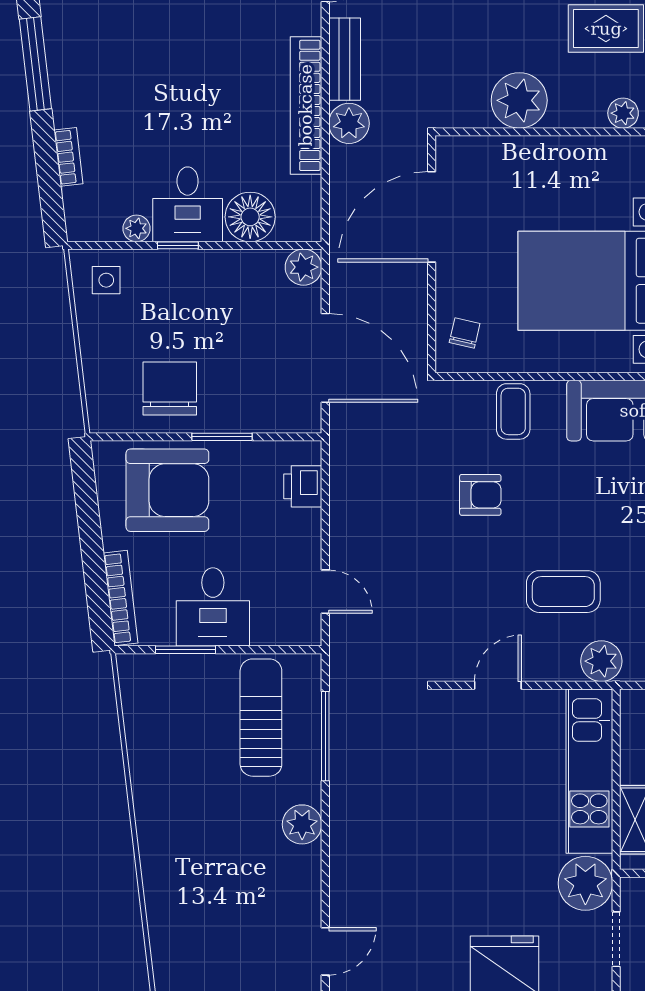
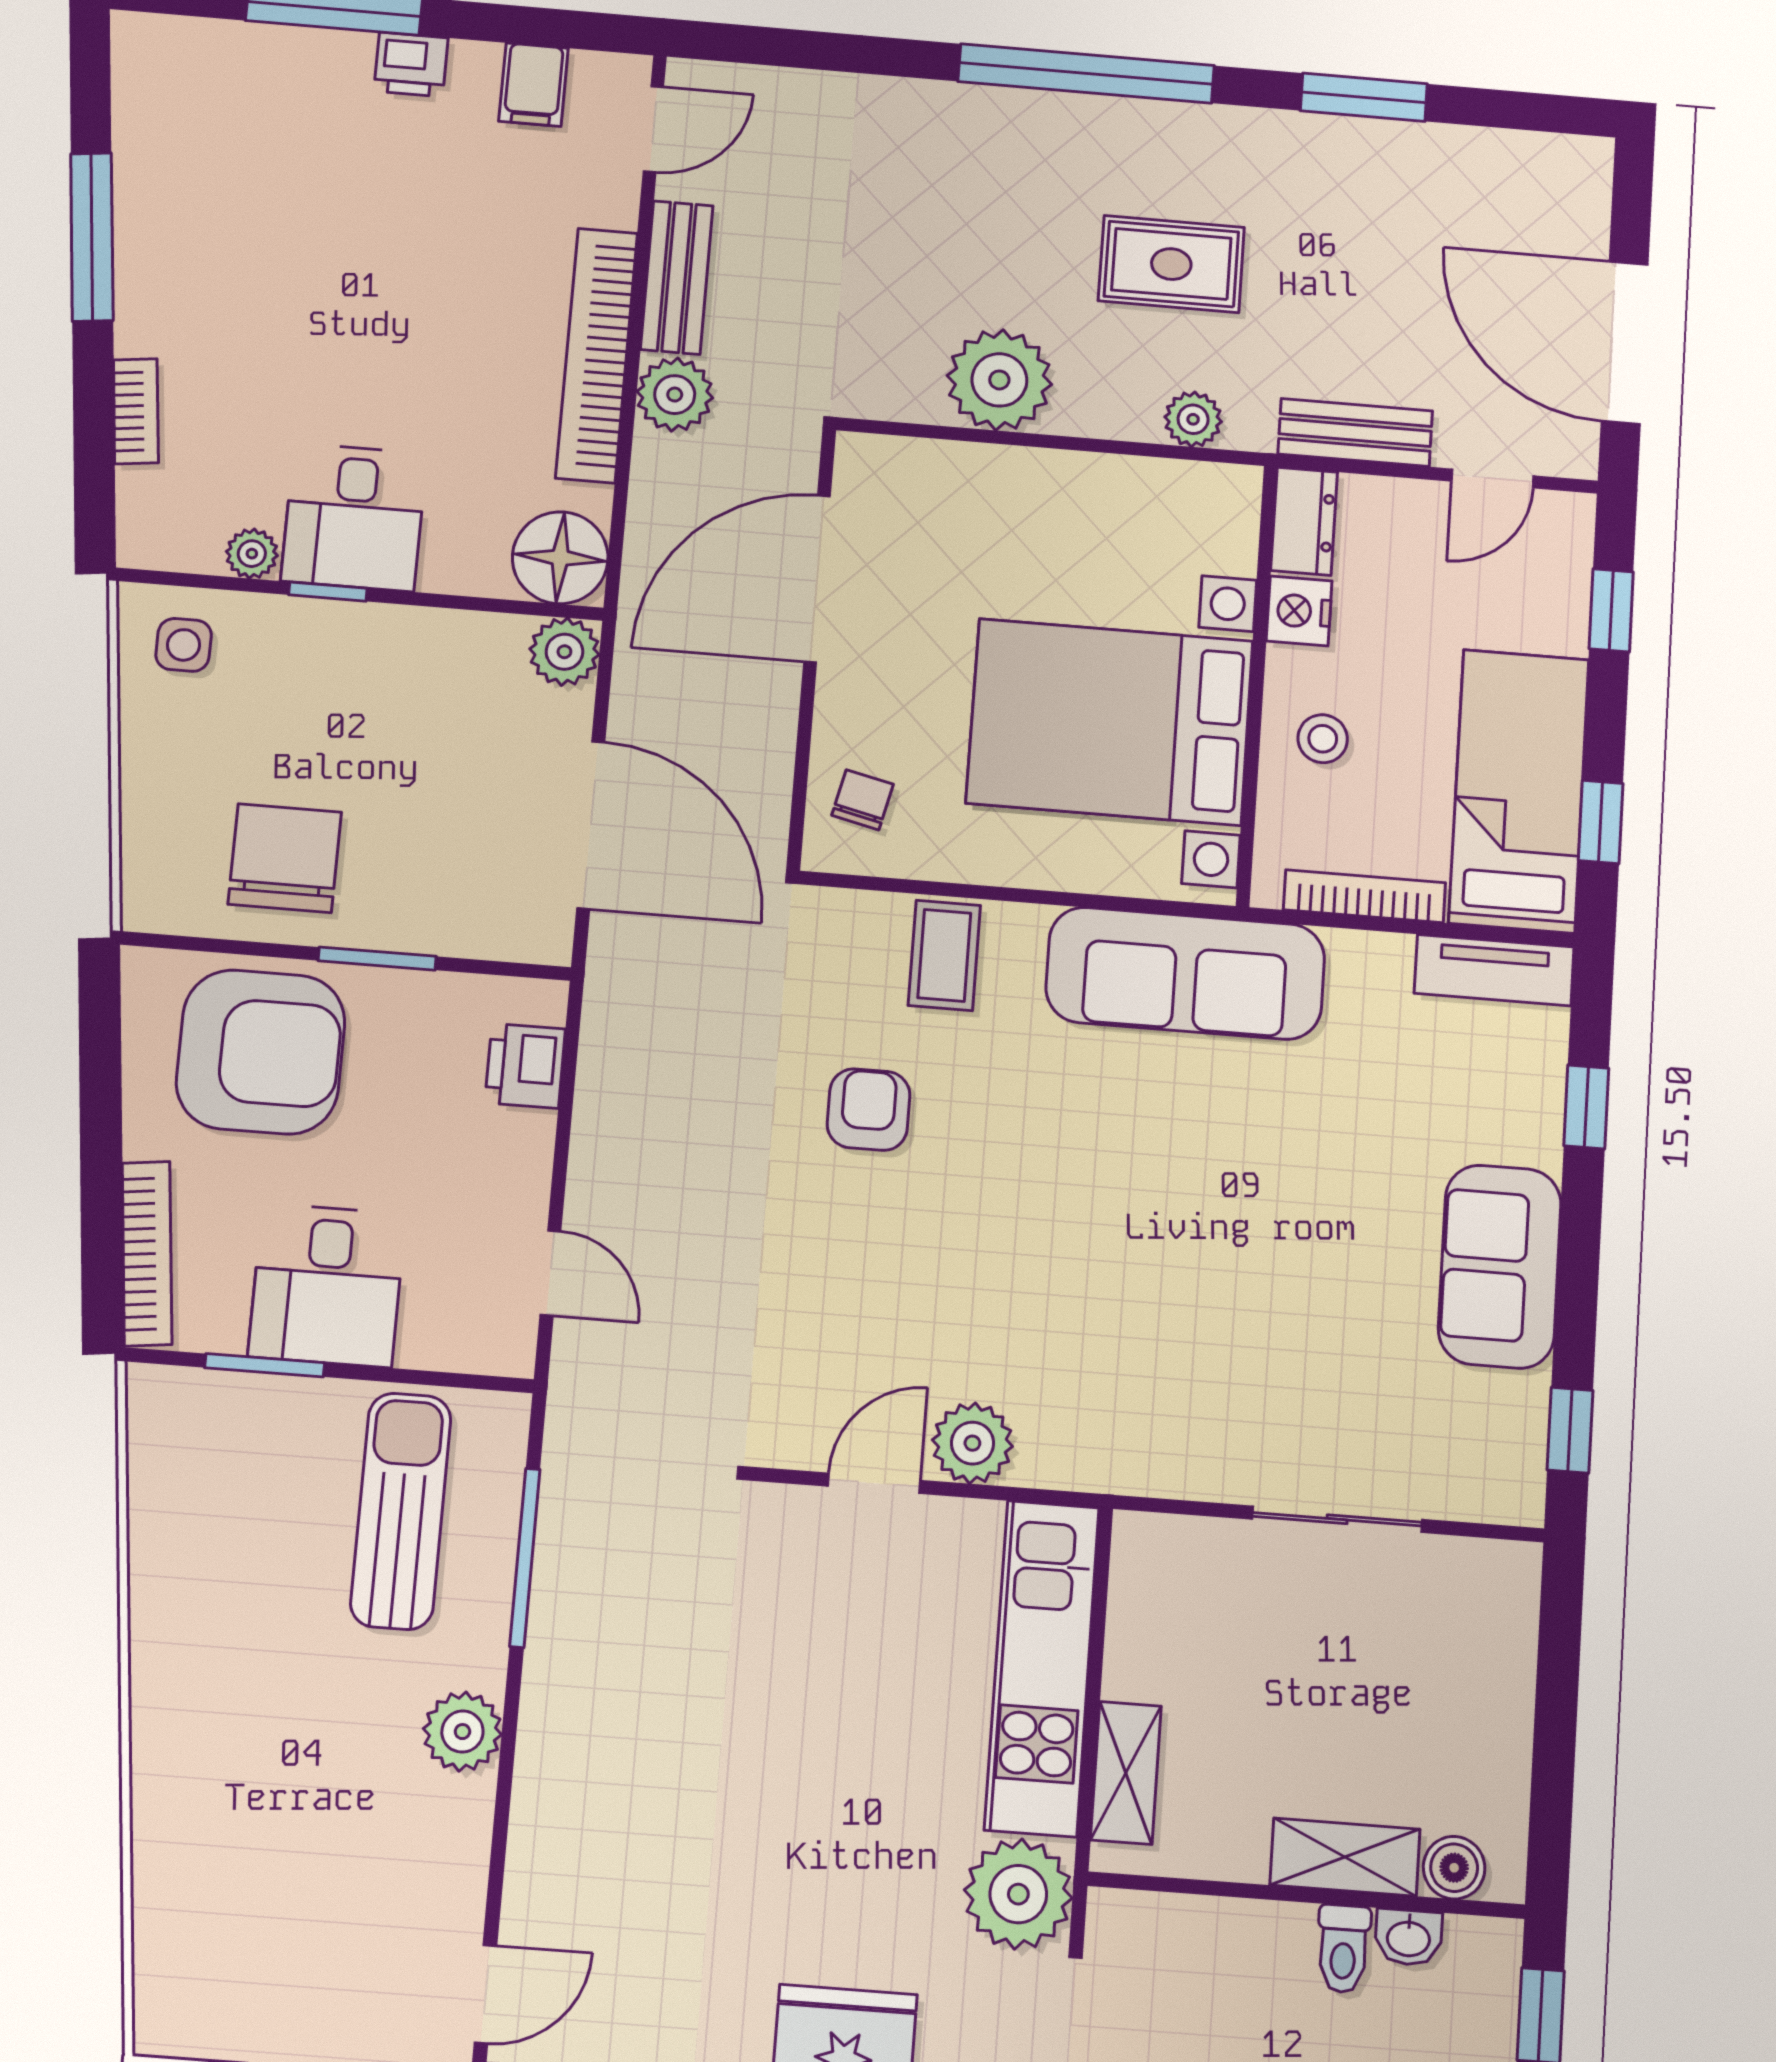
floor lamp: (250, 217) -> (560, 558), moved
armchair: (480, 495) -> (869, 1110), turned -90
coffee table: (563, 592) -> (1016, 1310), removed
plant: (601, 661) -> (972, 1443), moved

